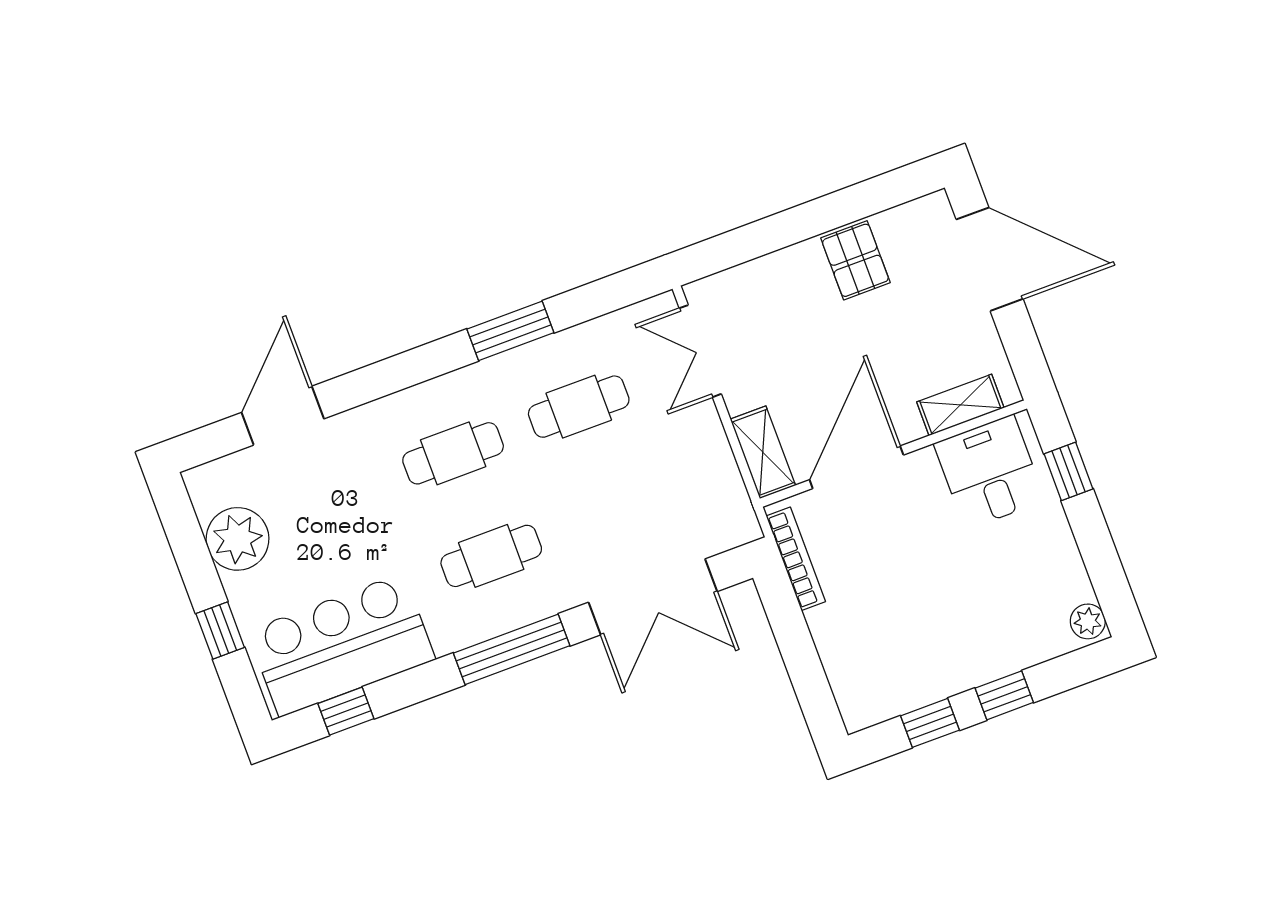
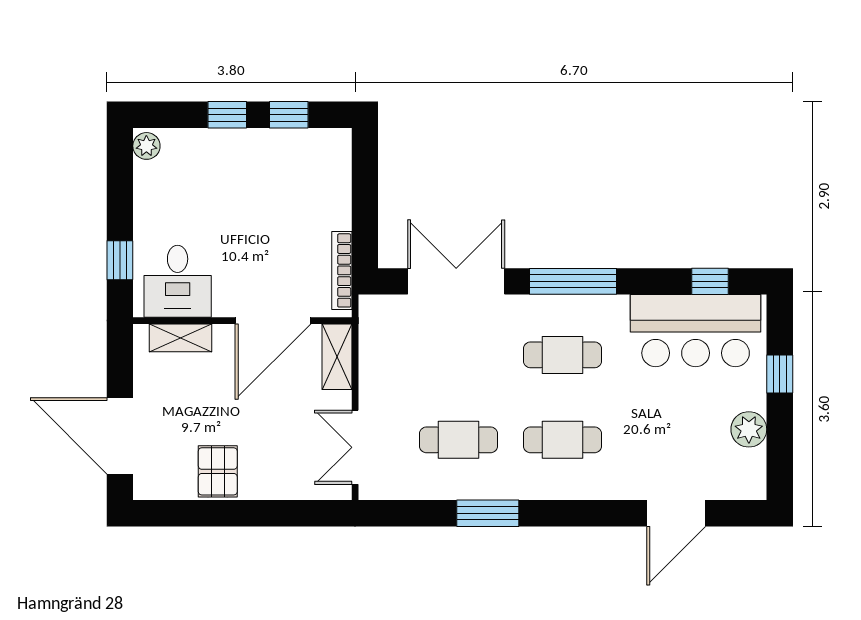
double door: (700, 351) -> (355, 447), swing flipped
plant: (238, 539) -> (749, 429), width x0.73, depth x0.73

